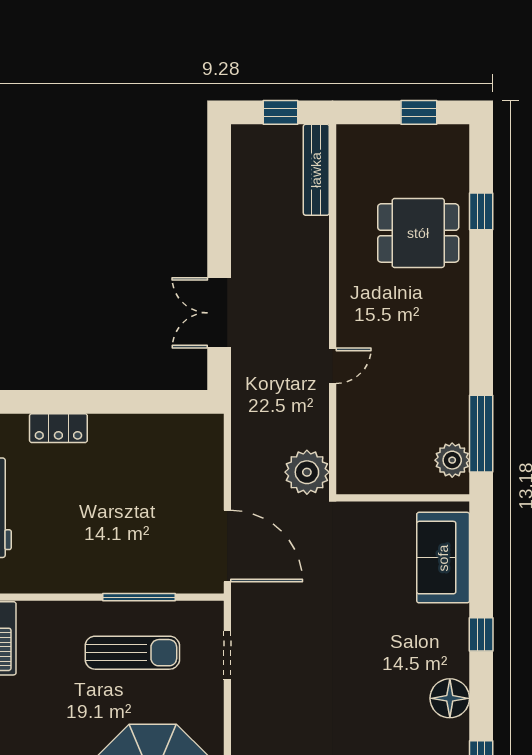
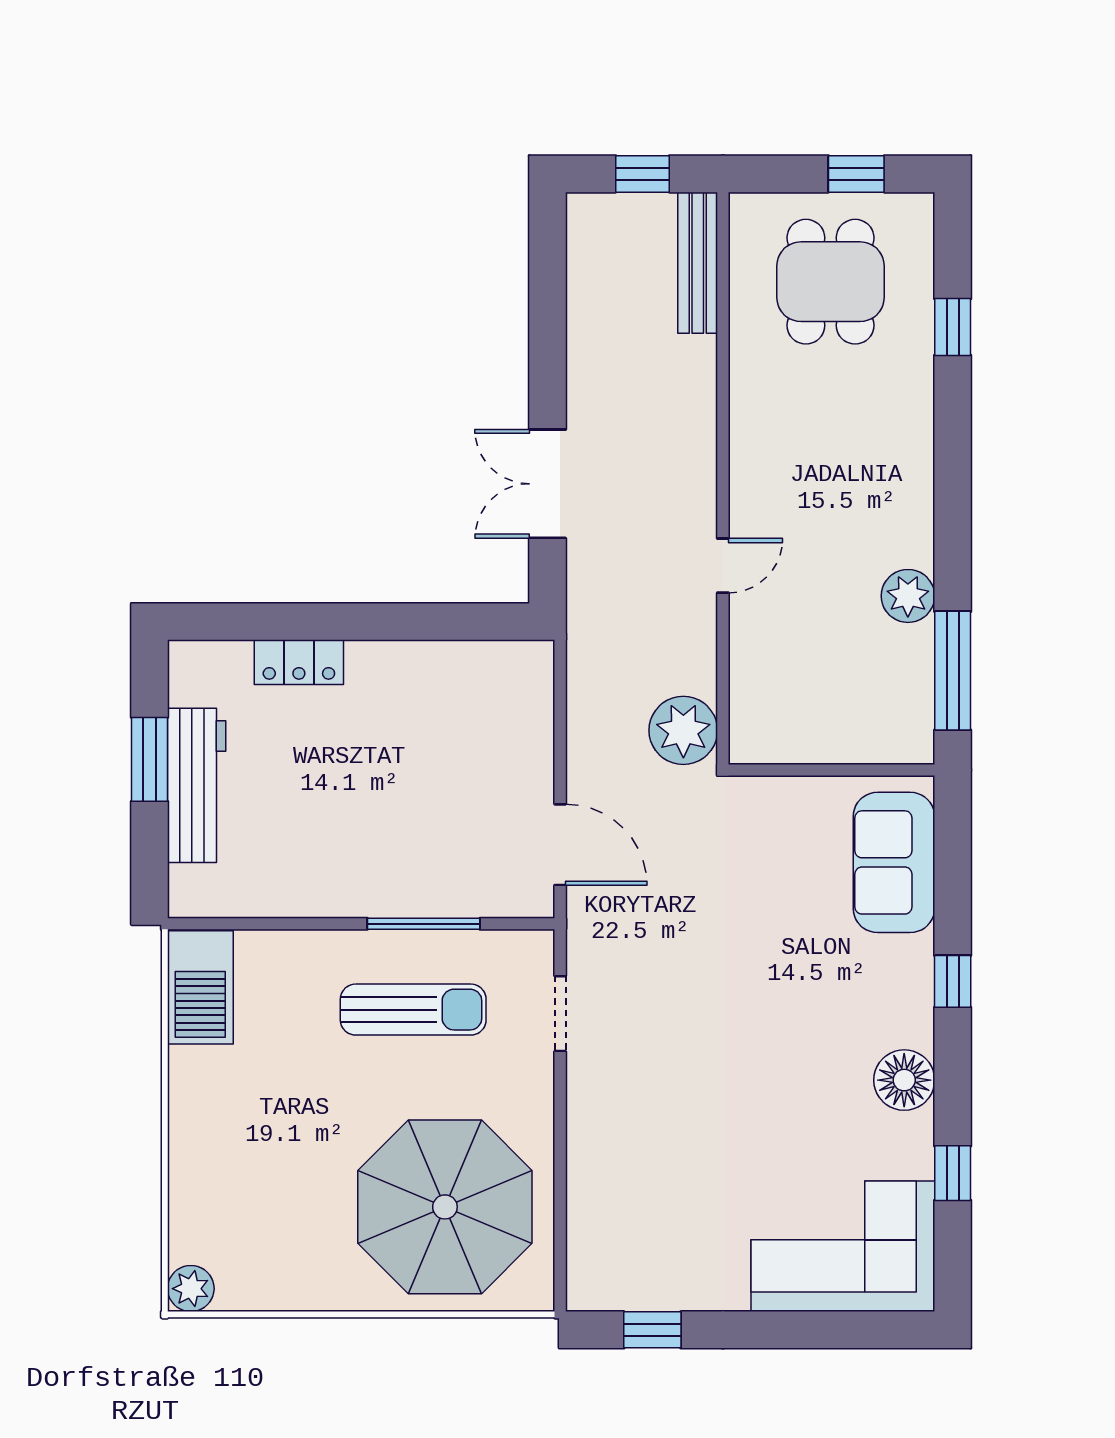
dining table: (418, 233) -> (831, 282), moved, turned 90
plant: (452, 460) -> (908, 596), moved
door: (227, 546) -> (560, 845), width x0.73

